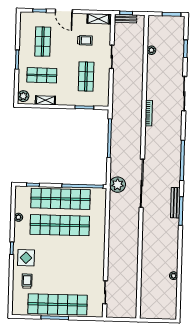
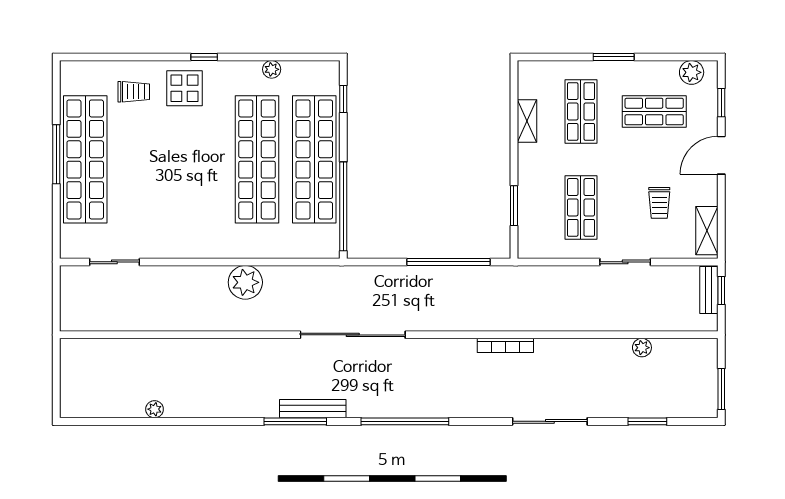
shop shelf: (86, 76) -> (581, 207), turned 90
plant: (23, 96) -> (692, 72), moved
plant: (118, 185) -> (245, 282), moved

